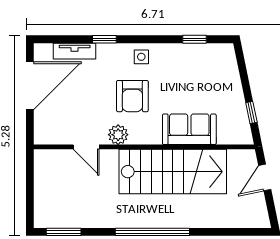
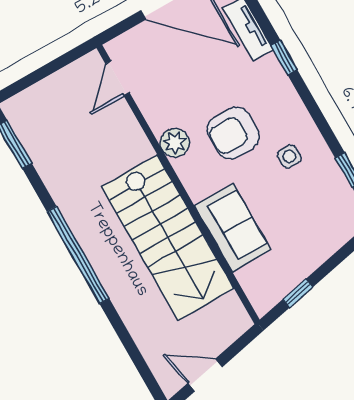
side table: (141, 57) -> (289, 156), moved
door: (86, 147) -> (118, 78), moved
door: (265, 177) -> (205, 375), moved

